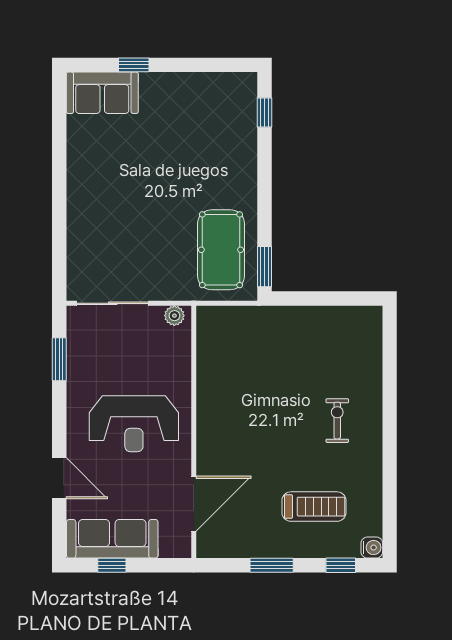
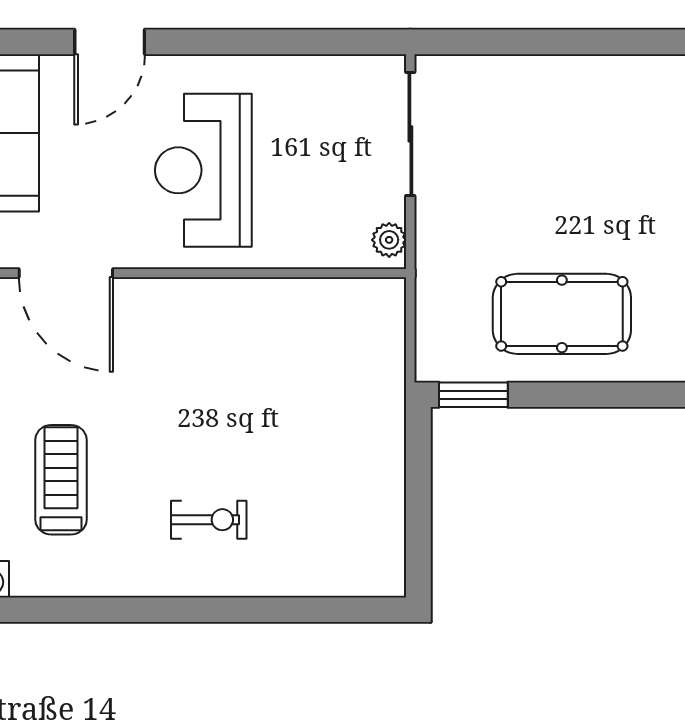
pool table: (221, 250) -> (562, 314), moved
window: (59, 359) -> (314, 42), removed
treadmill: (314, 507) -> (61, 480), turned 180

